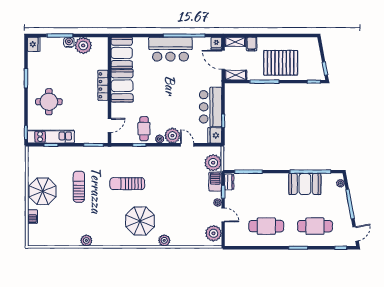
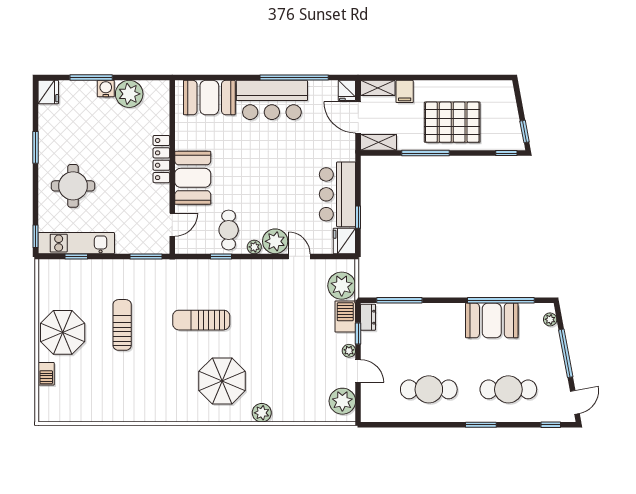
booth: (122, 53) -> (209, 98), moved, turned 90
booth: (122, 86) -> (193, 178), moved
plant: (86, 240) -> (134, 413), removed

